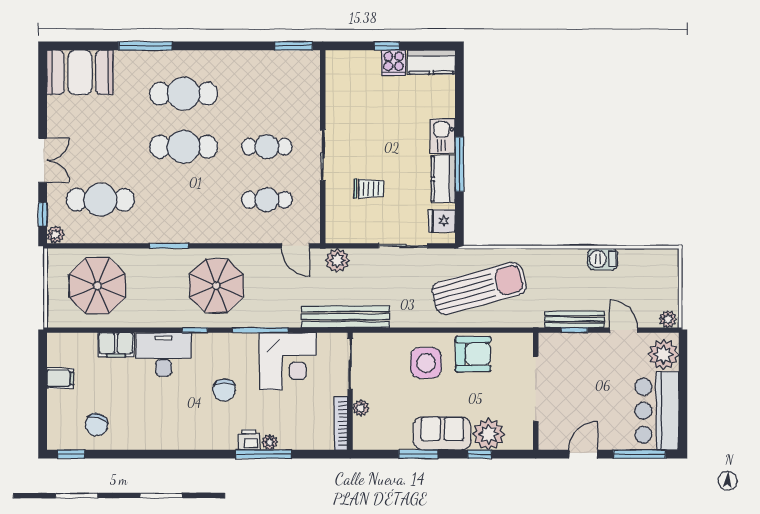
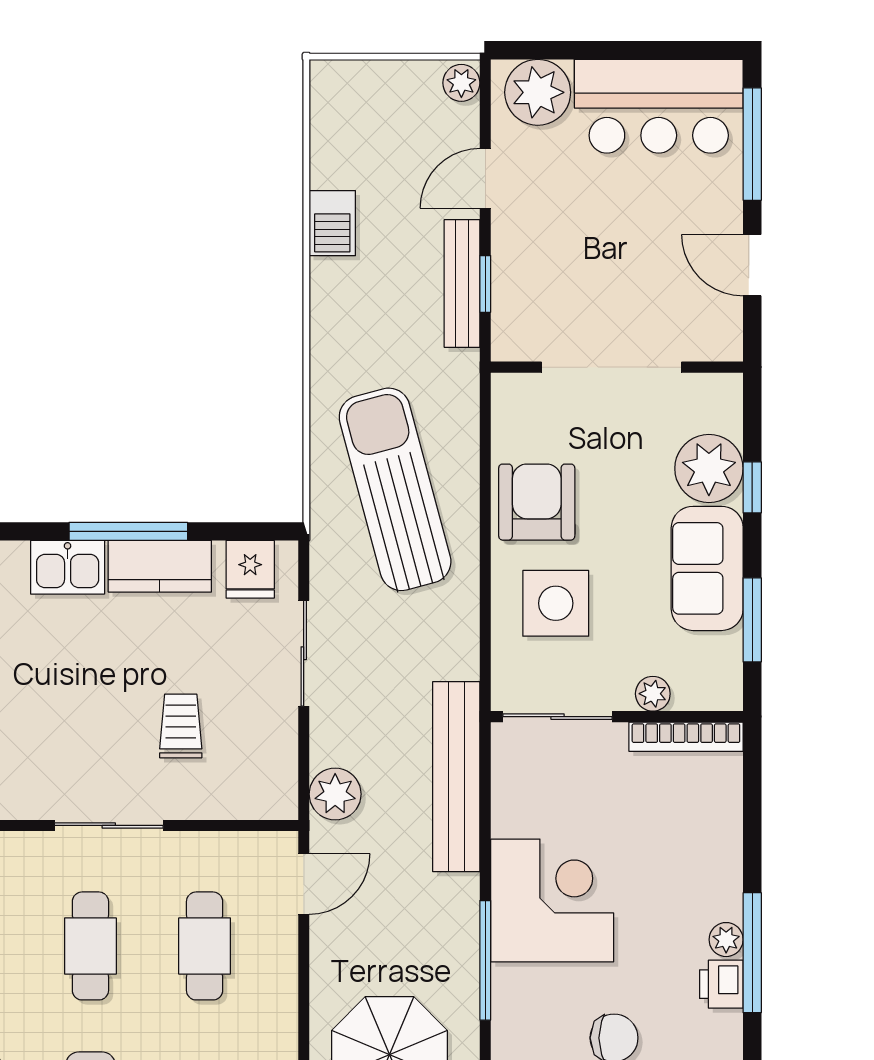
sliding door: (350, 364) -> (558, 717), moved
wall: (350, 391) -> (617, 717), moved
plant: (361, 408) -> (653, 694), moved
bookcase: (341, 423) -> (686, 737), moved

